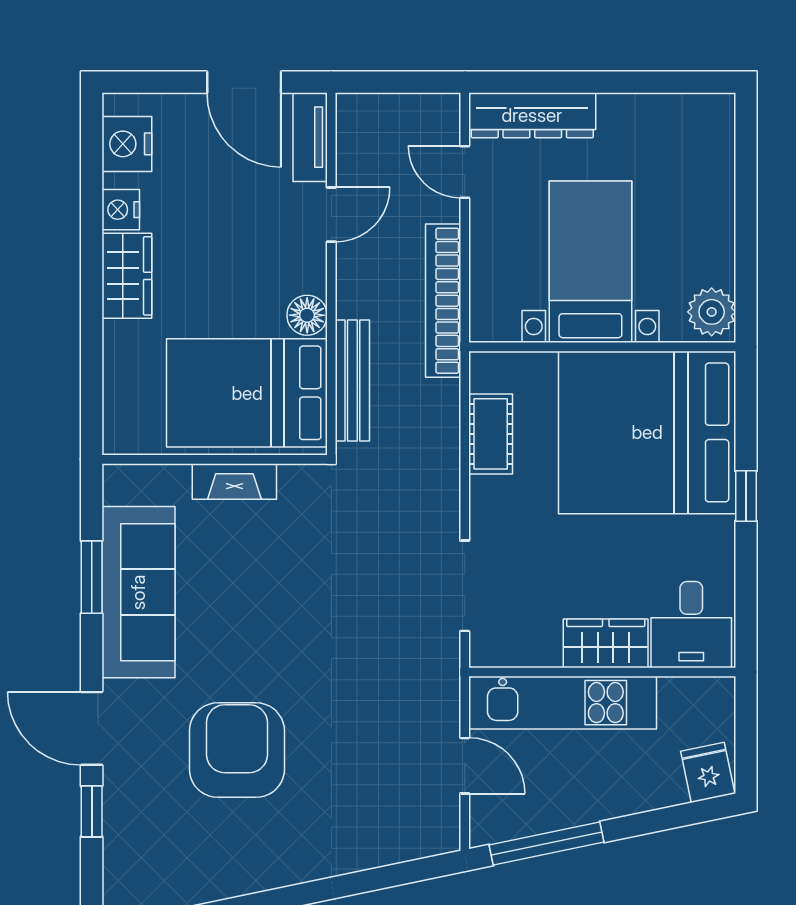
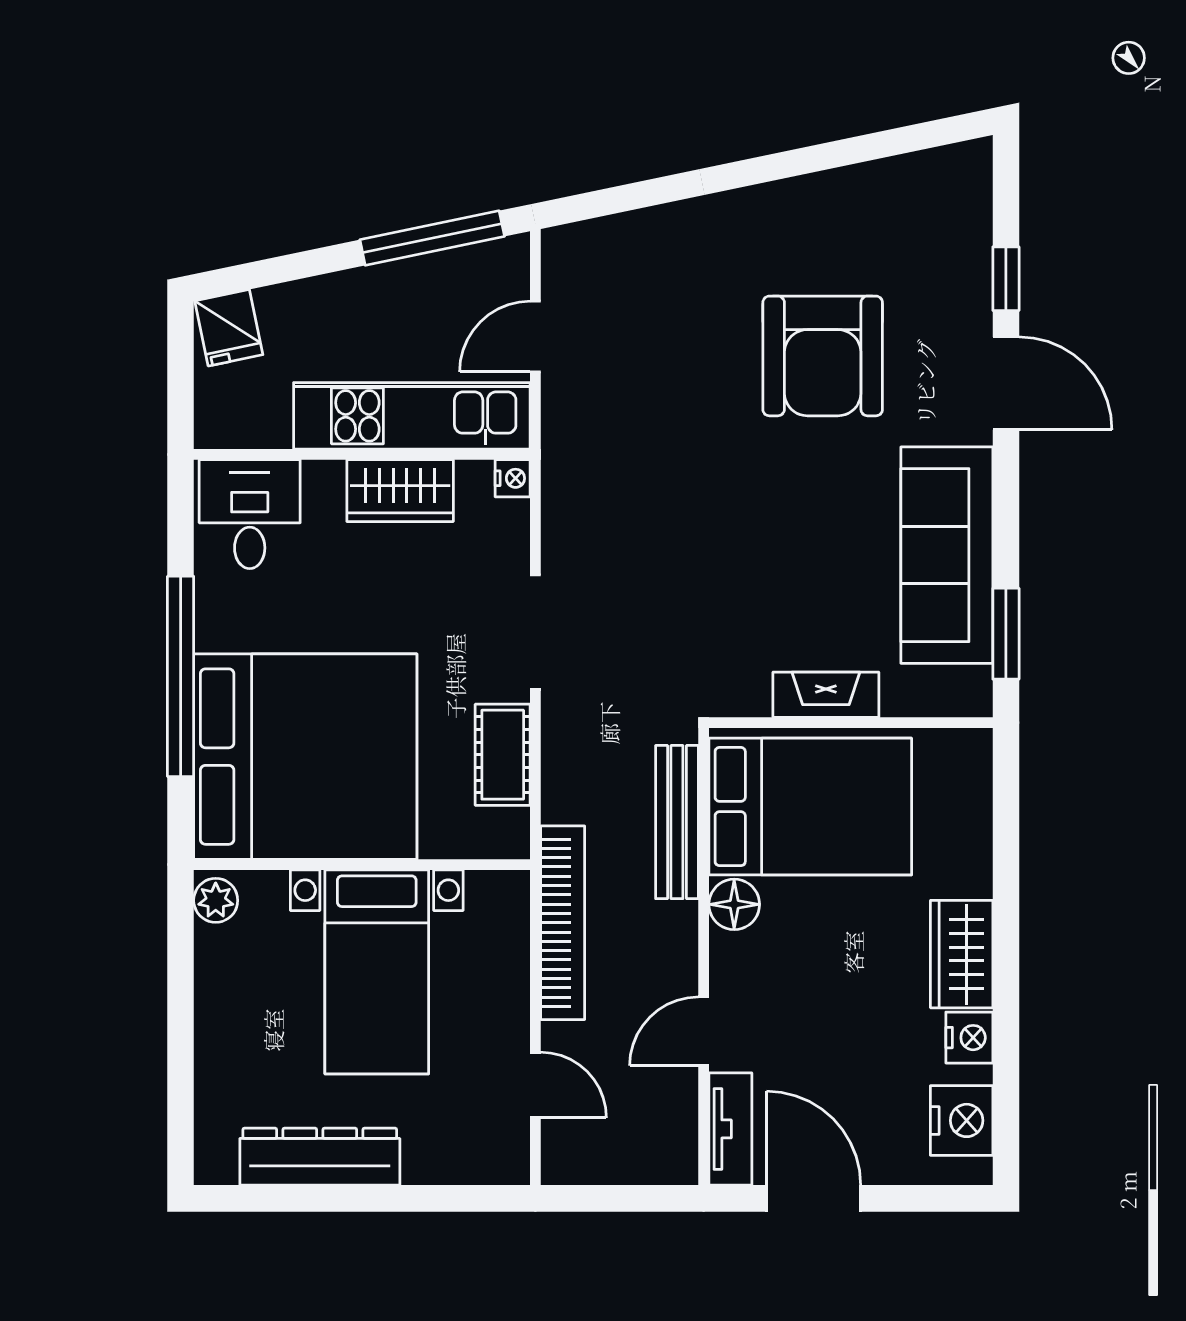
dresser: (532, 115) -> (320, 1157), moved
plant: (712, 312) -> (216, 900), width x0.73, depth x0.73
window: (746, 496) -> (181, 676), width x3.17
window: (92, 577) -> (1006, 634), moved
doorway: (465, 586) -> (535, 632), moved
wardrobe: (606, 643) -> (400, 491), moved
nightstand: (483, 653) -> (513, 478), added
door: (465, 766) -> (535, 336), hinge flipped

